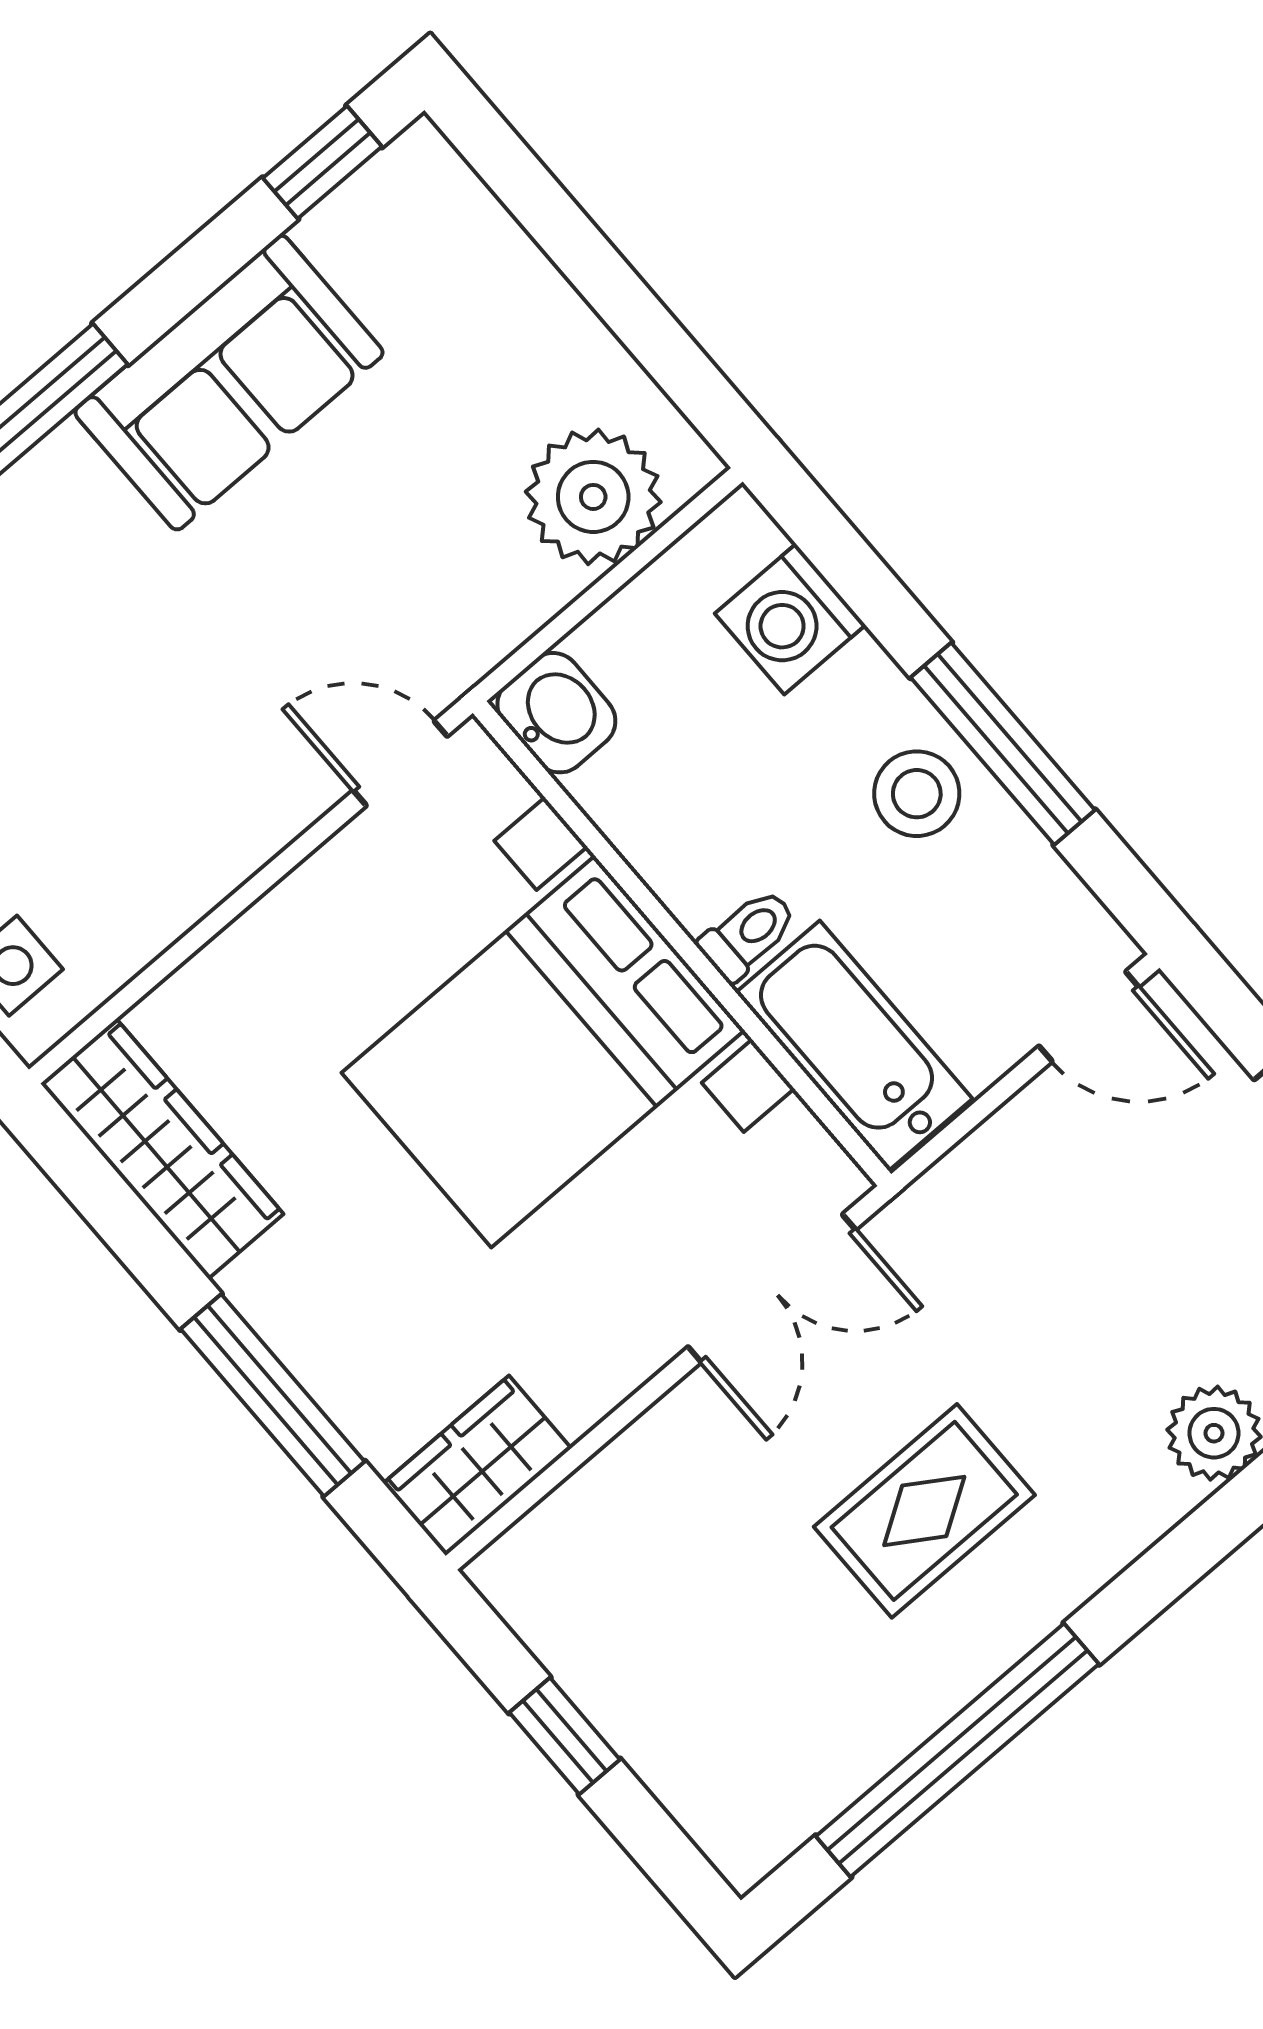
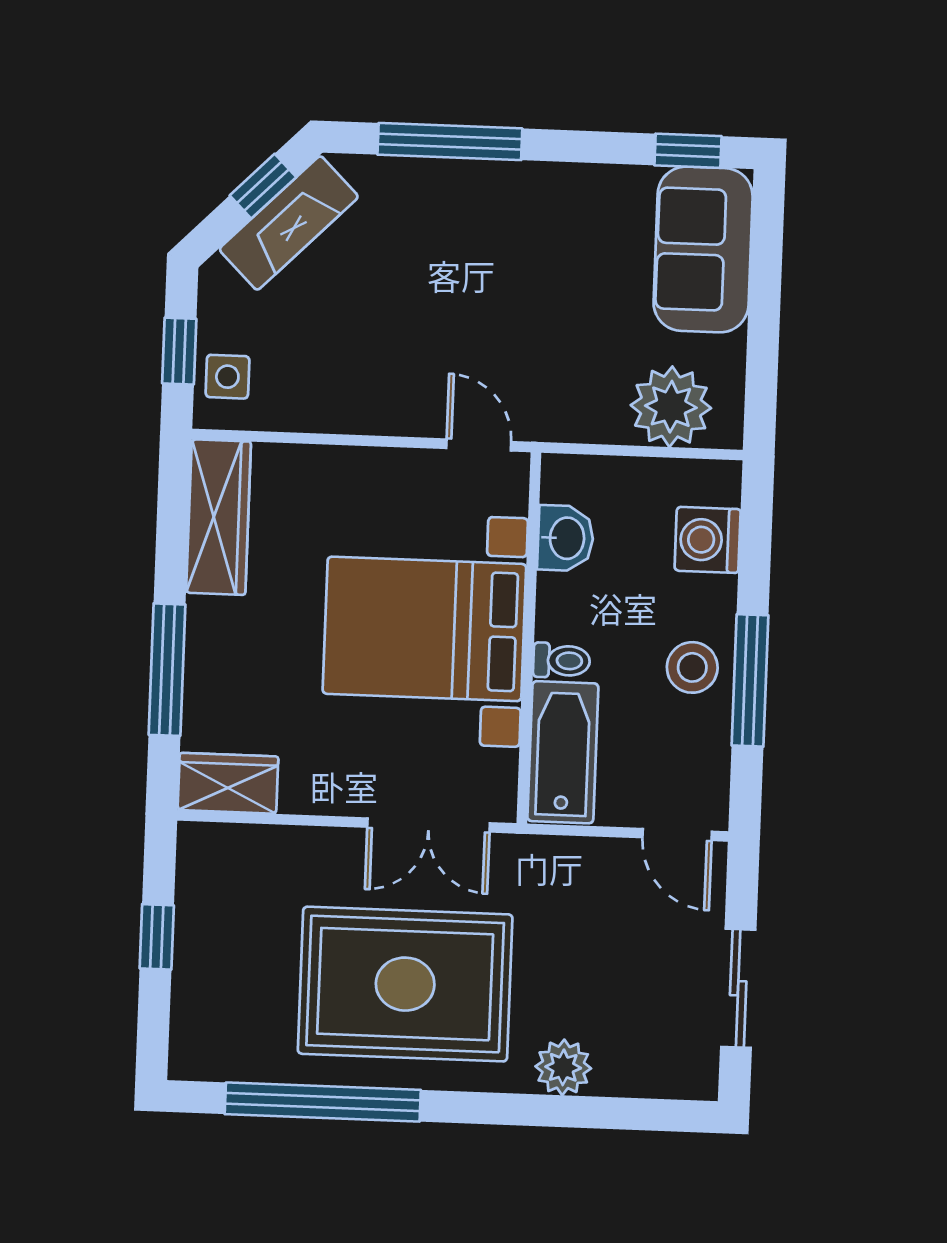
sofa: (229, 383) -> (703, 249), moved, turned 90
washbasin: (556, 713) -> (565, 538), moved
rug: (924, 1511) -> (405, 984), width x1.86, depth x2.06

